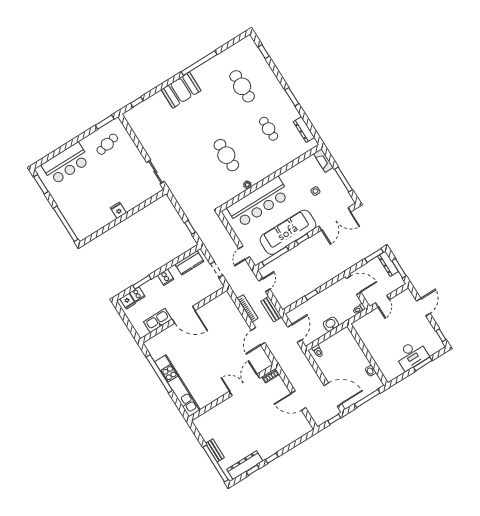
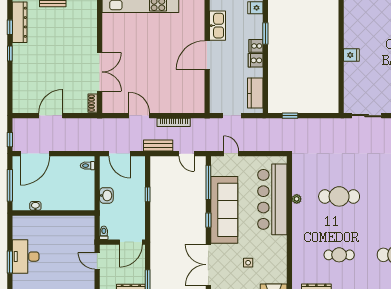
cooker: (137, 295) -> (256, 46), moved

